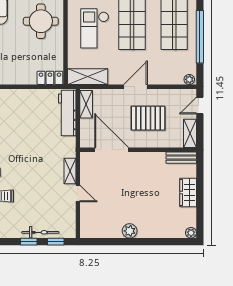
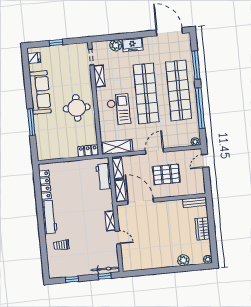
checkout: (95, 28) -> (119, 109), turned 180
workbench: (67, 113) -> (104, 176), width x0.73
shelving: (190, 133) -> (120, 191), moved
plant: (130, 231) -> (183, 260), moved
bicycle: (40, 232) -> (105, 269), moved
window: (29, 242) -> (72, 279), moved

